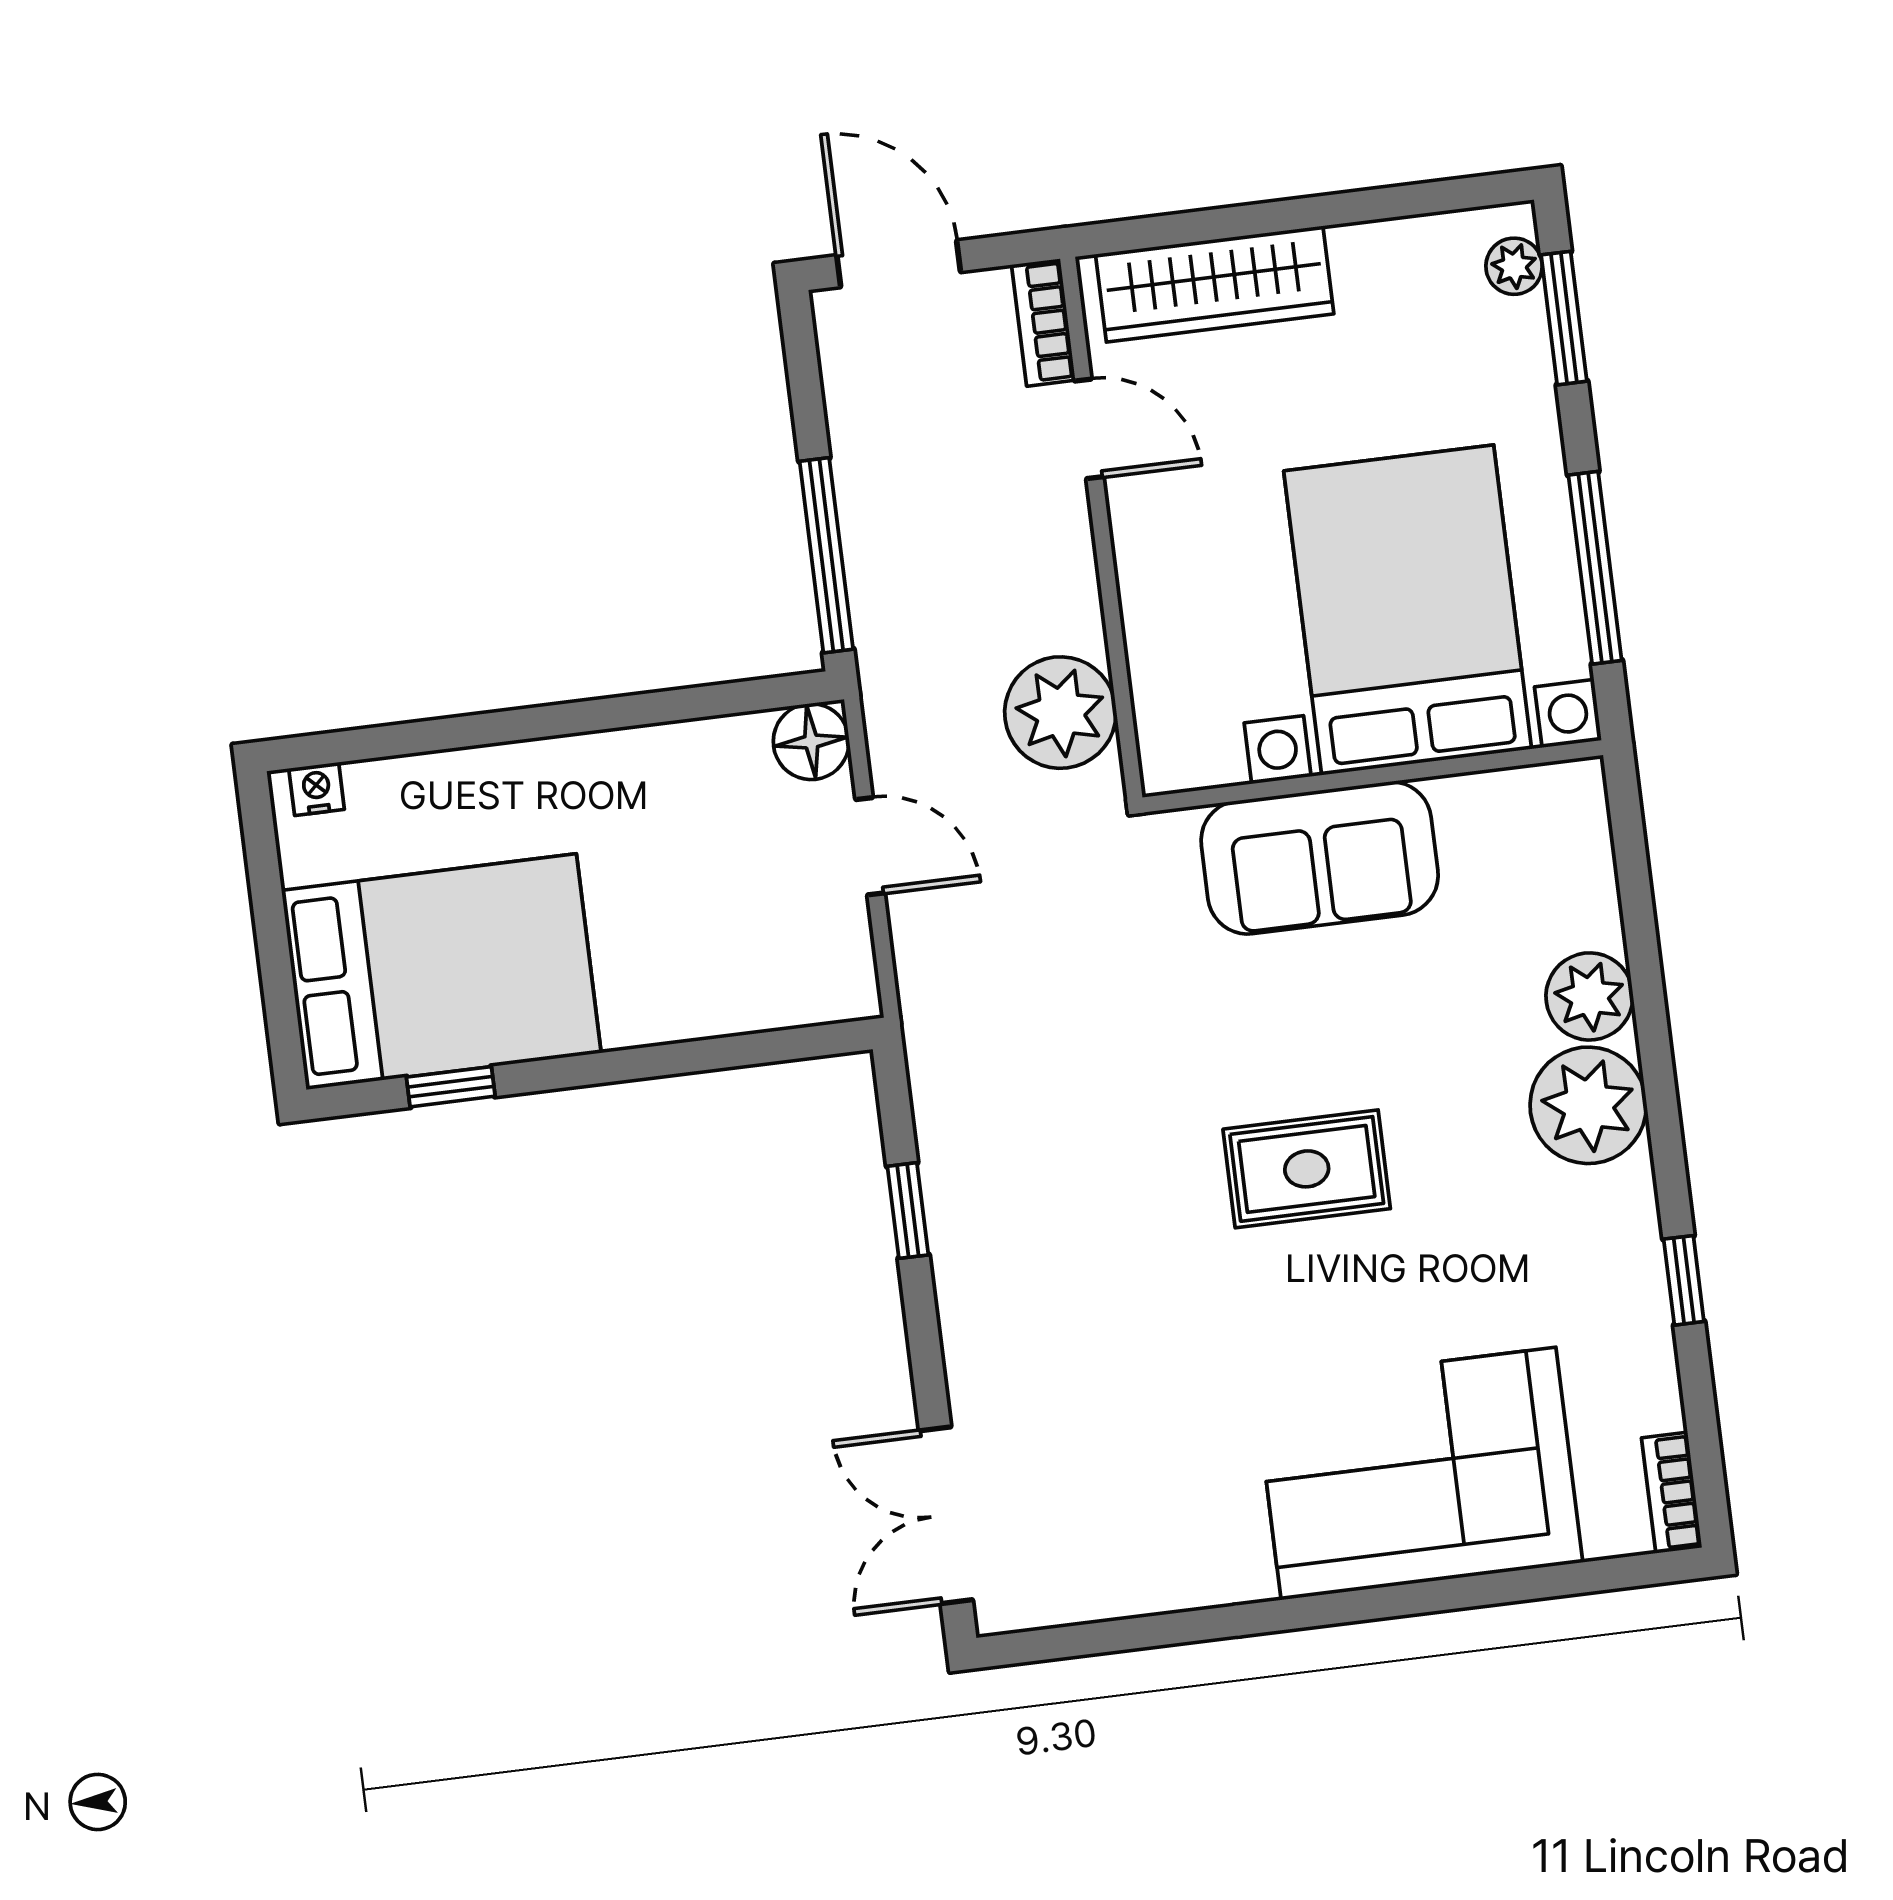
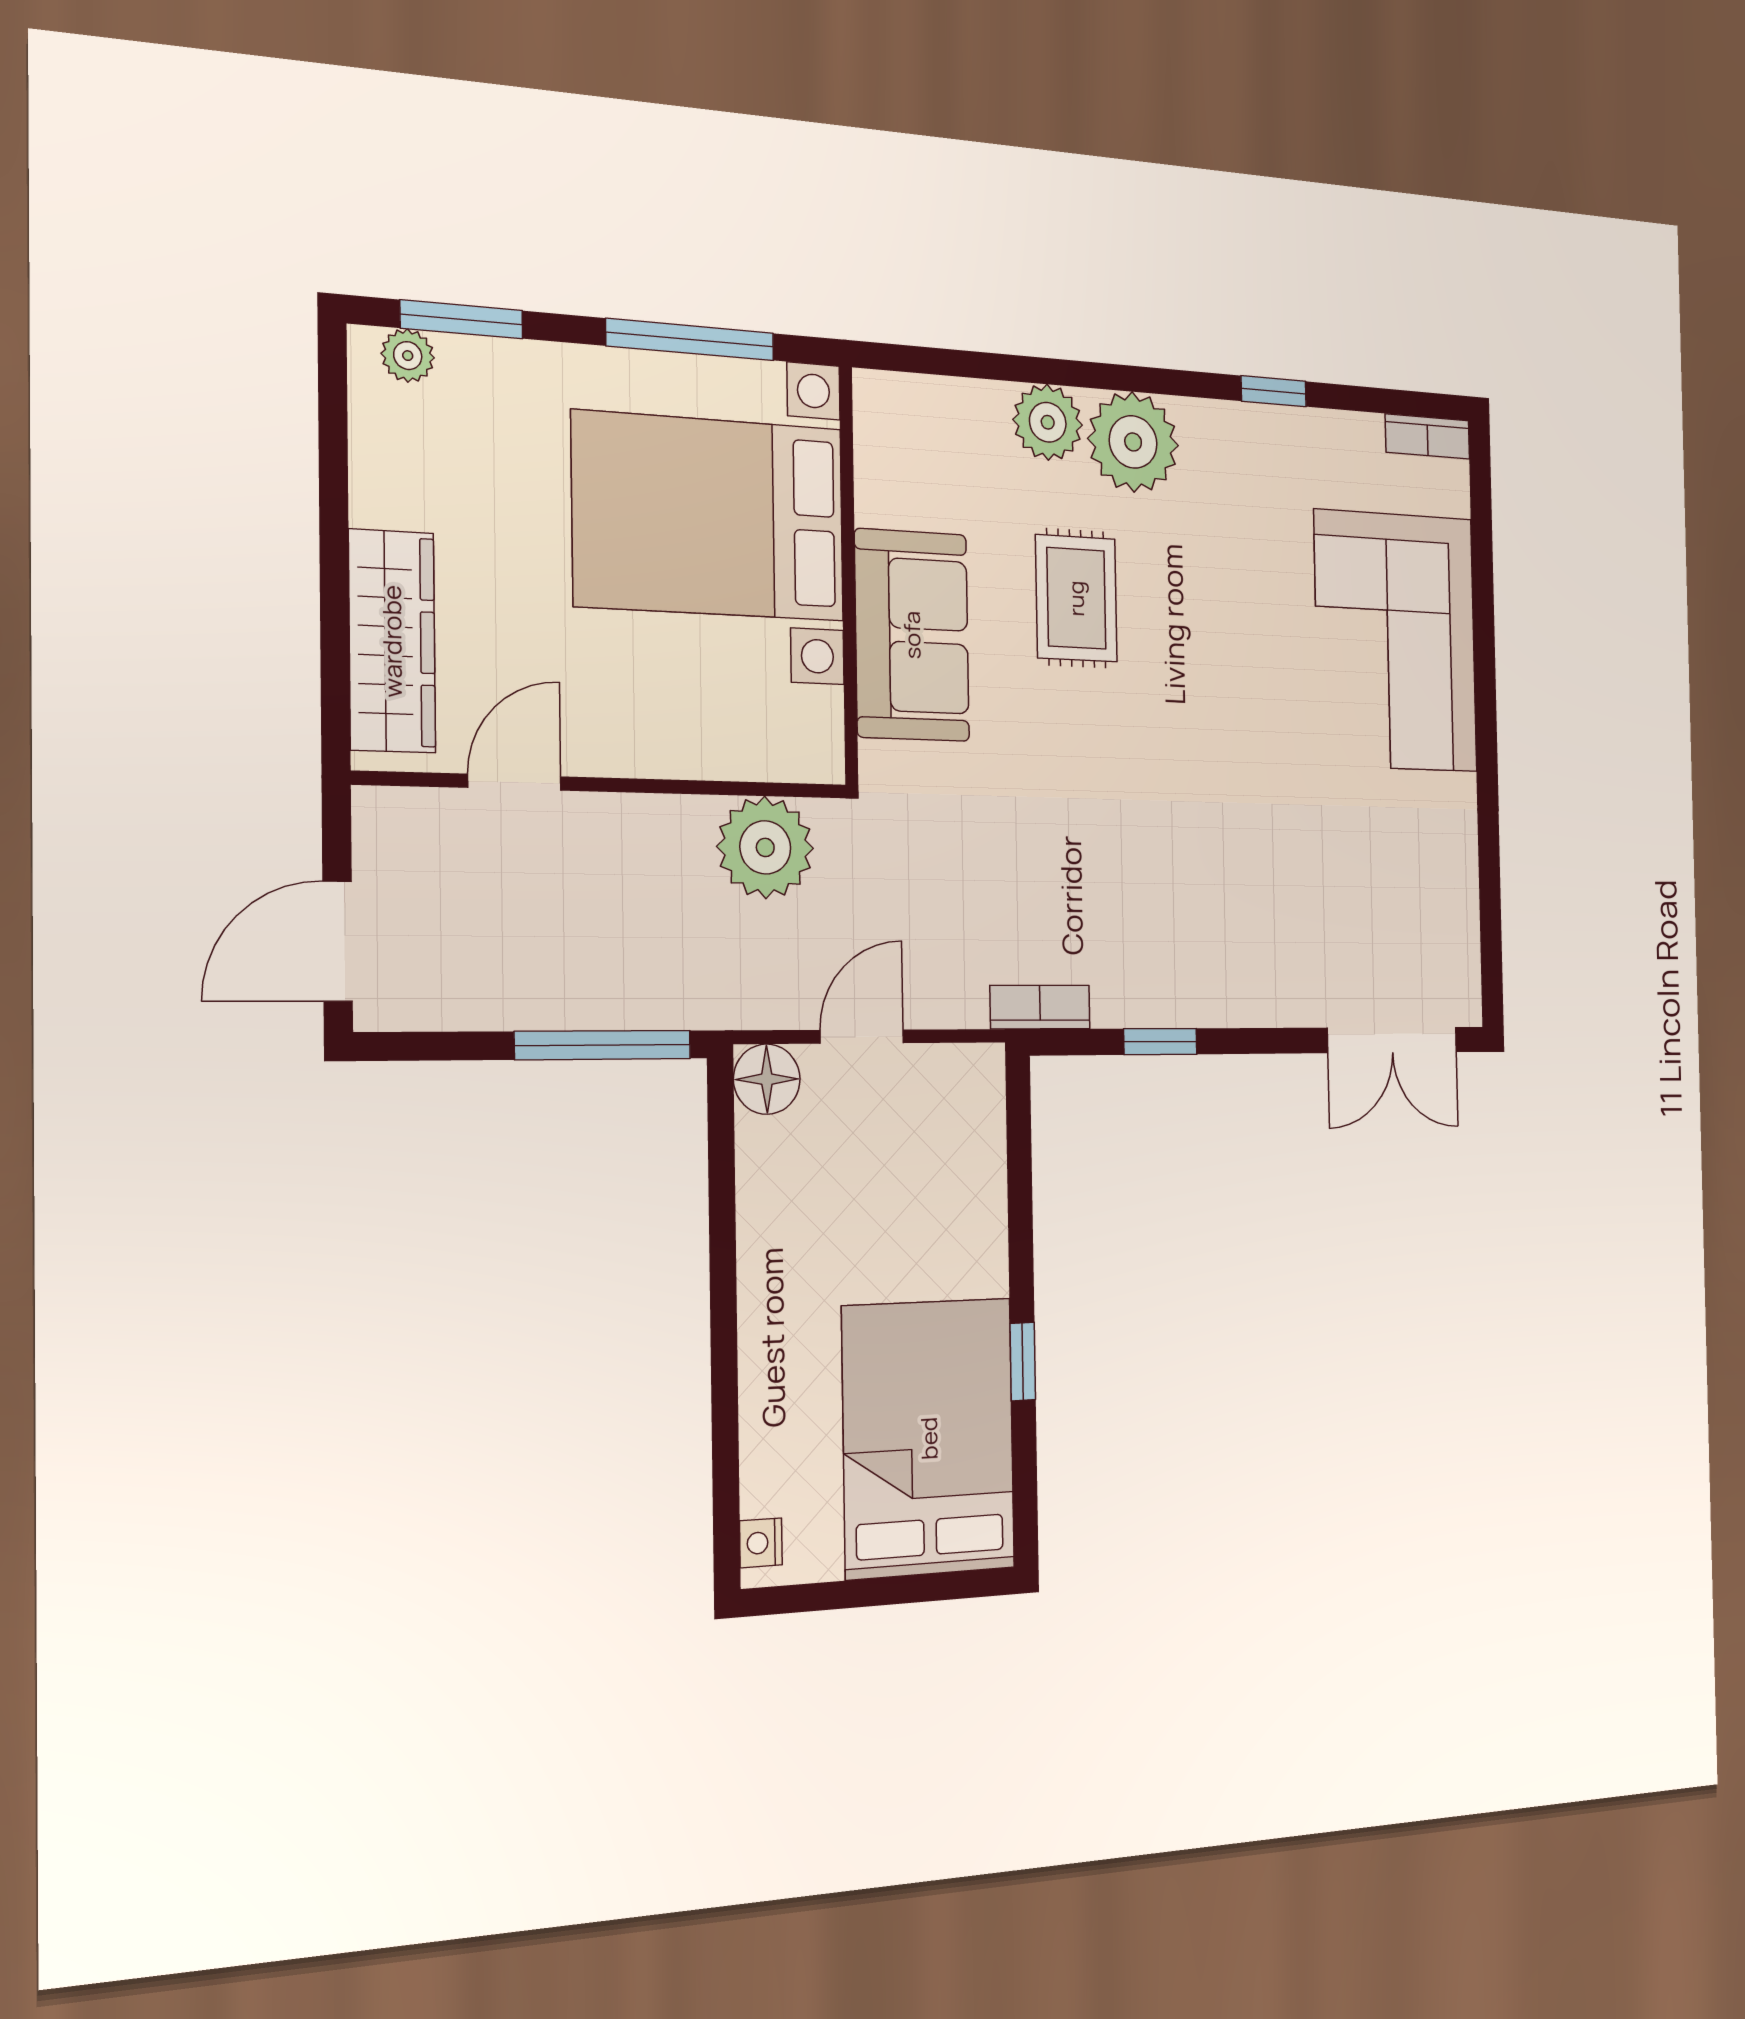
bookcase: (1043, 322) -> (1040, 1007), moved, turned 180
window: (451, 1087) -> (1023, 1362), moved
rug: (1307, 1169) -> (1076, 598), moved

